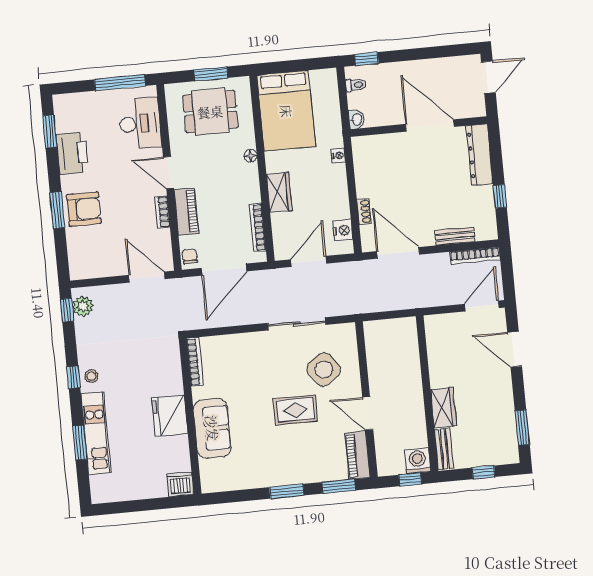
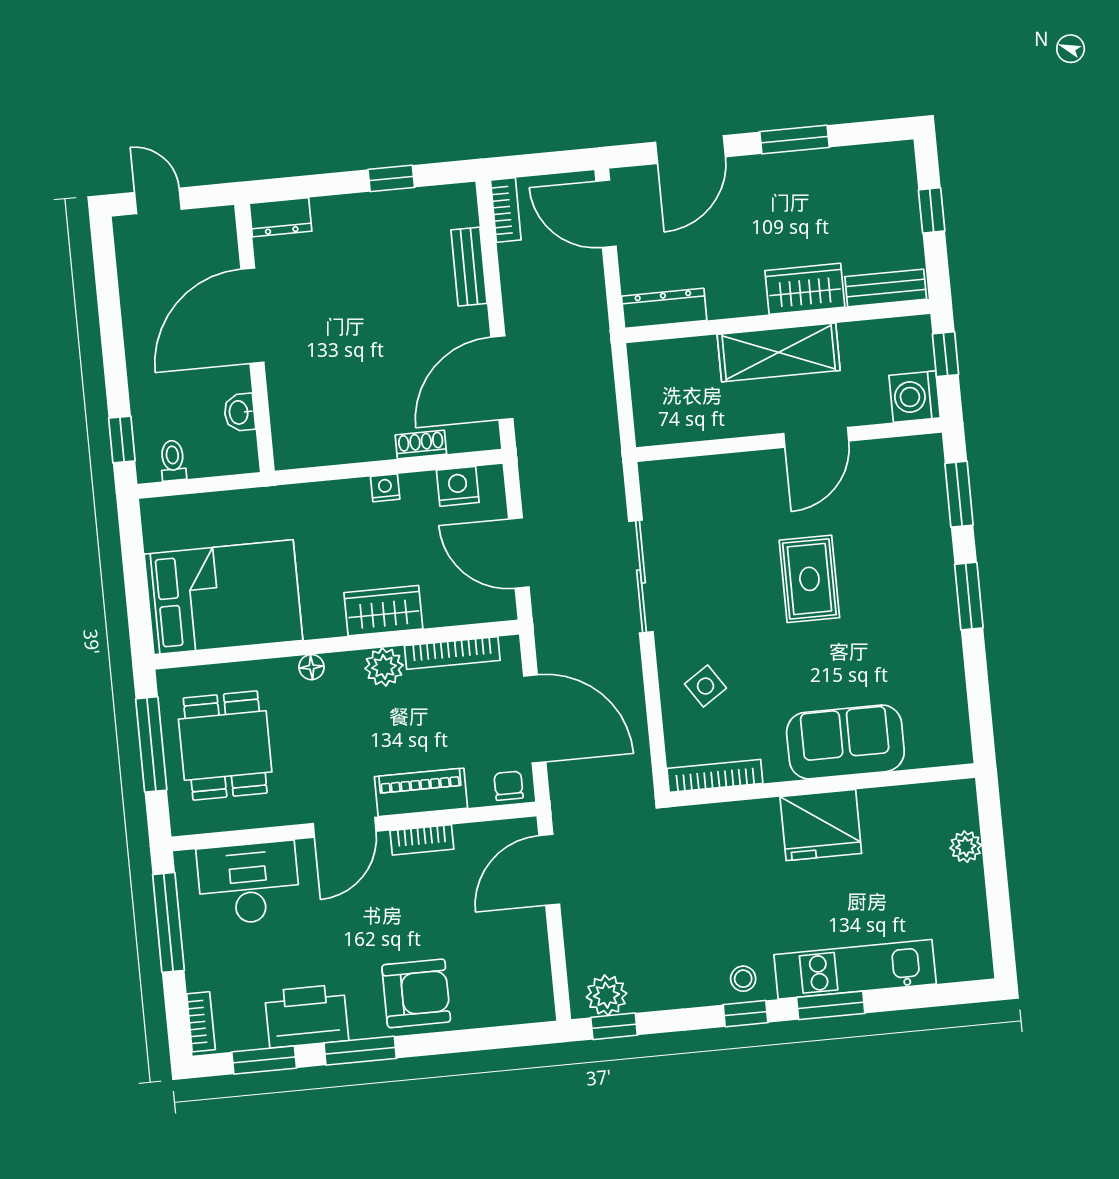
window: (211, 74) -> (151, 744), width x1.44
door: (488, 77) -> (158, 201), width x0.73
bookcase: (69, 99) -> (201, 1022), added
washbasin: (357, 119) -> (239, 412), moved, turned -90
nightstand: (338, 155) -> (385, 488), moved
dresser: (479, 155) -> (280, 217), width x0.51, depth x0.80
plant: (250, 193) -> (384, 667), added
armchair: (84, 209) -> (416, 993), turned 90
window: (57, 210) -> (360, 1051), moved
chair: (190, 256) -> (509, 786), turned 91
bookcase: (475, 256) -> (506, 210), width x0.64
dresser: (434, 336) -> (664, 308), added
side table: (324, 370) -> (705, 686), moved, width x0.54, depth x0.54
shelving: (411, 394) -> (779, 352), added
window: (522, 427) -> (795, 140), moved
window: (80, 443) -> (831, 1005), moved
piano: (357, 455) -> (898, 457), removed
washing machine: (418, 461) -> (915, 397), moved
dishwasher: (180, 484) -> (955, 804), removed
plant: (159, 490) -> (966, 847), added

